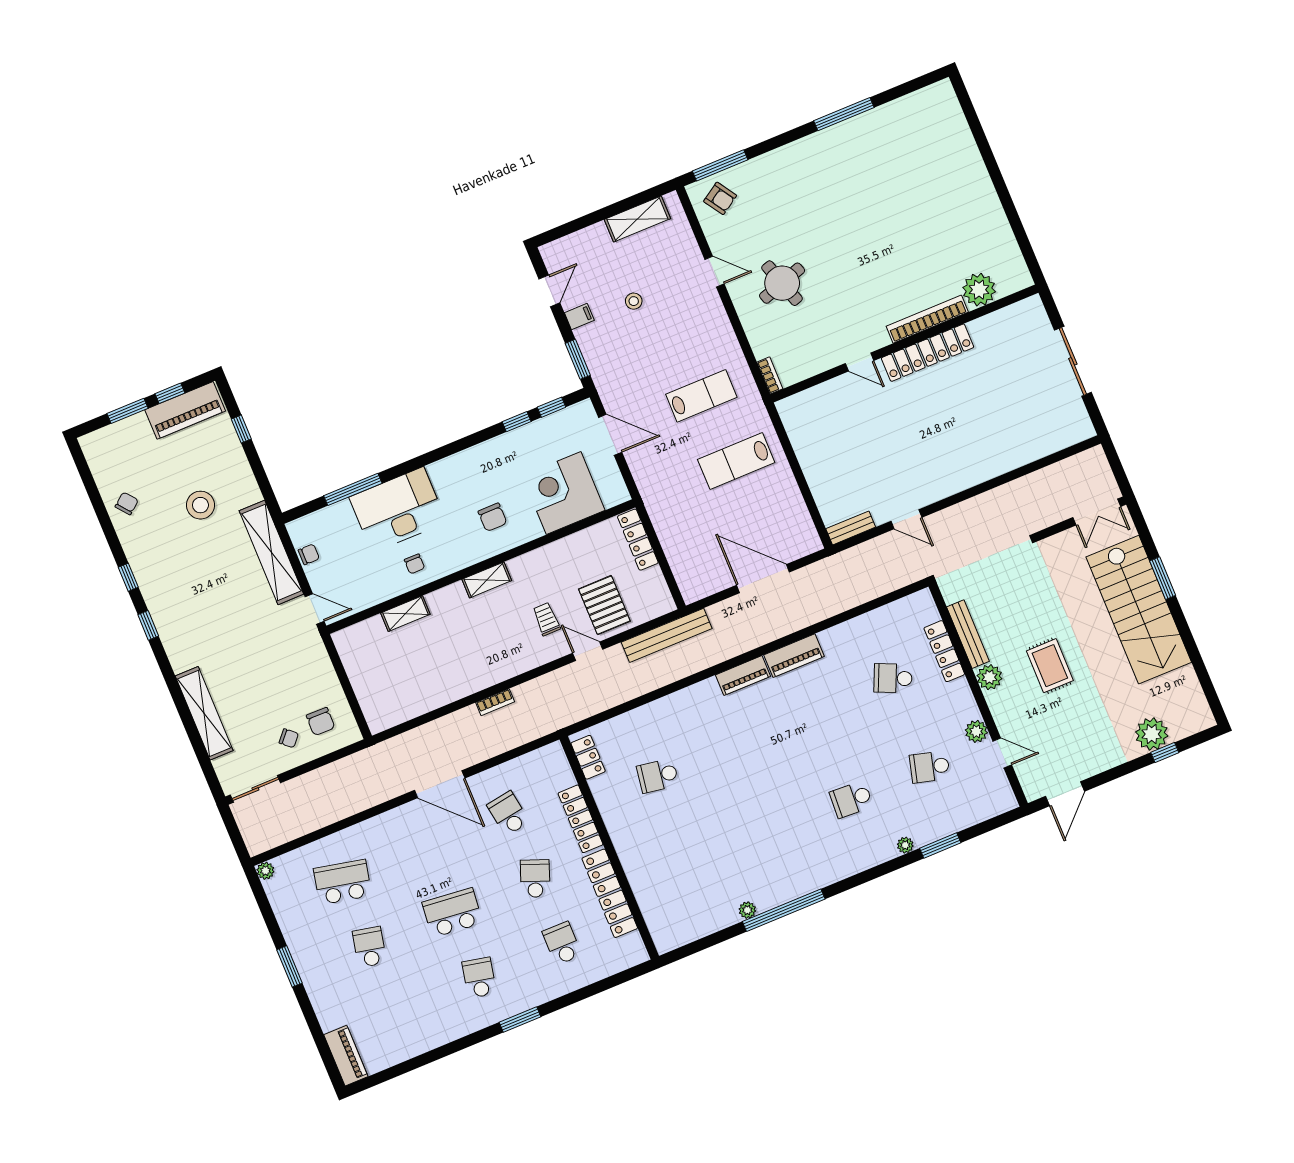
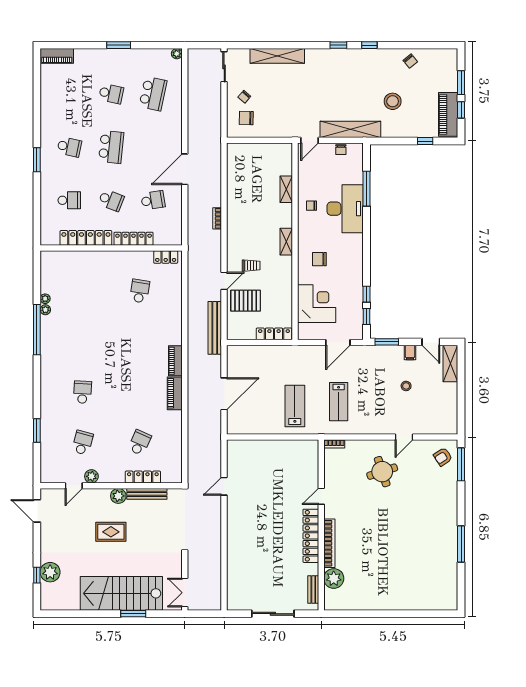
shelving: (637, 219) -> (450, 364), moved
bench: (851, 528) -> (313, 589), moved
plant: (905, 845) -> (45, 299), moved

